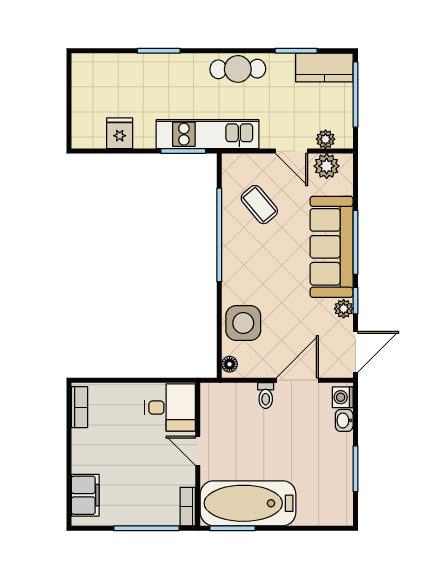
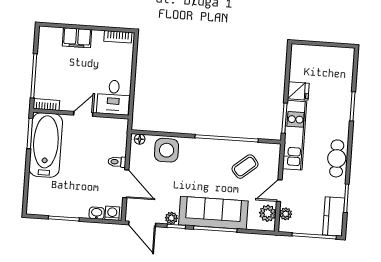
fridge: (120, 133) -> (298, 91), moved
filing cabinet: (85, 495) -> (77, 38), moved

